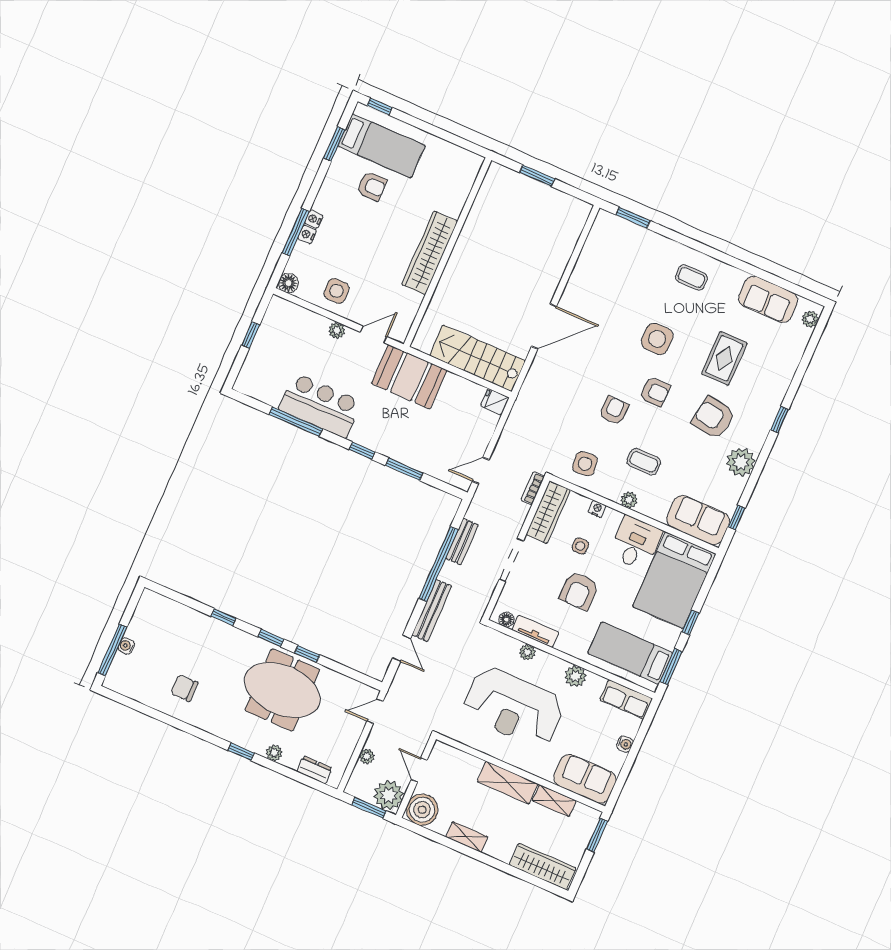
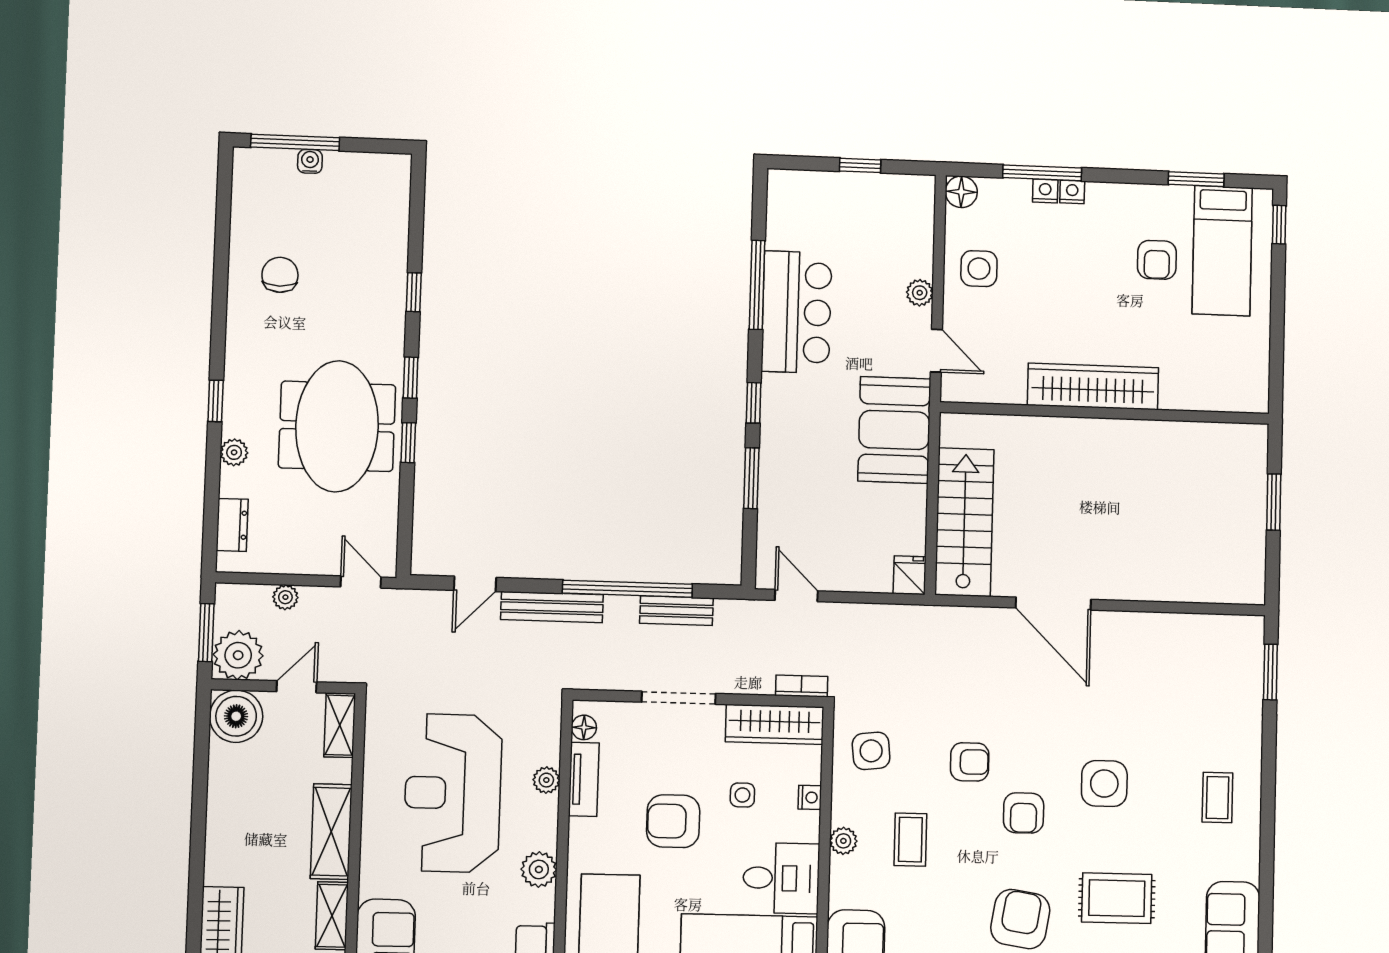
shelving: (467, 837) -> (340, 725), moved

